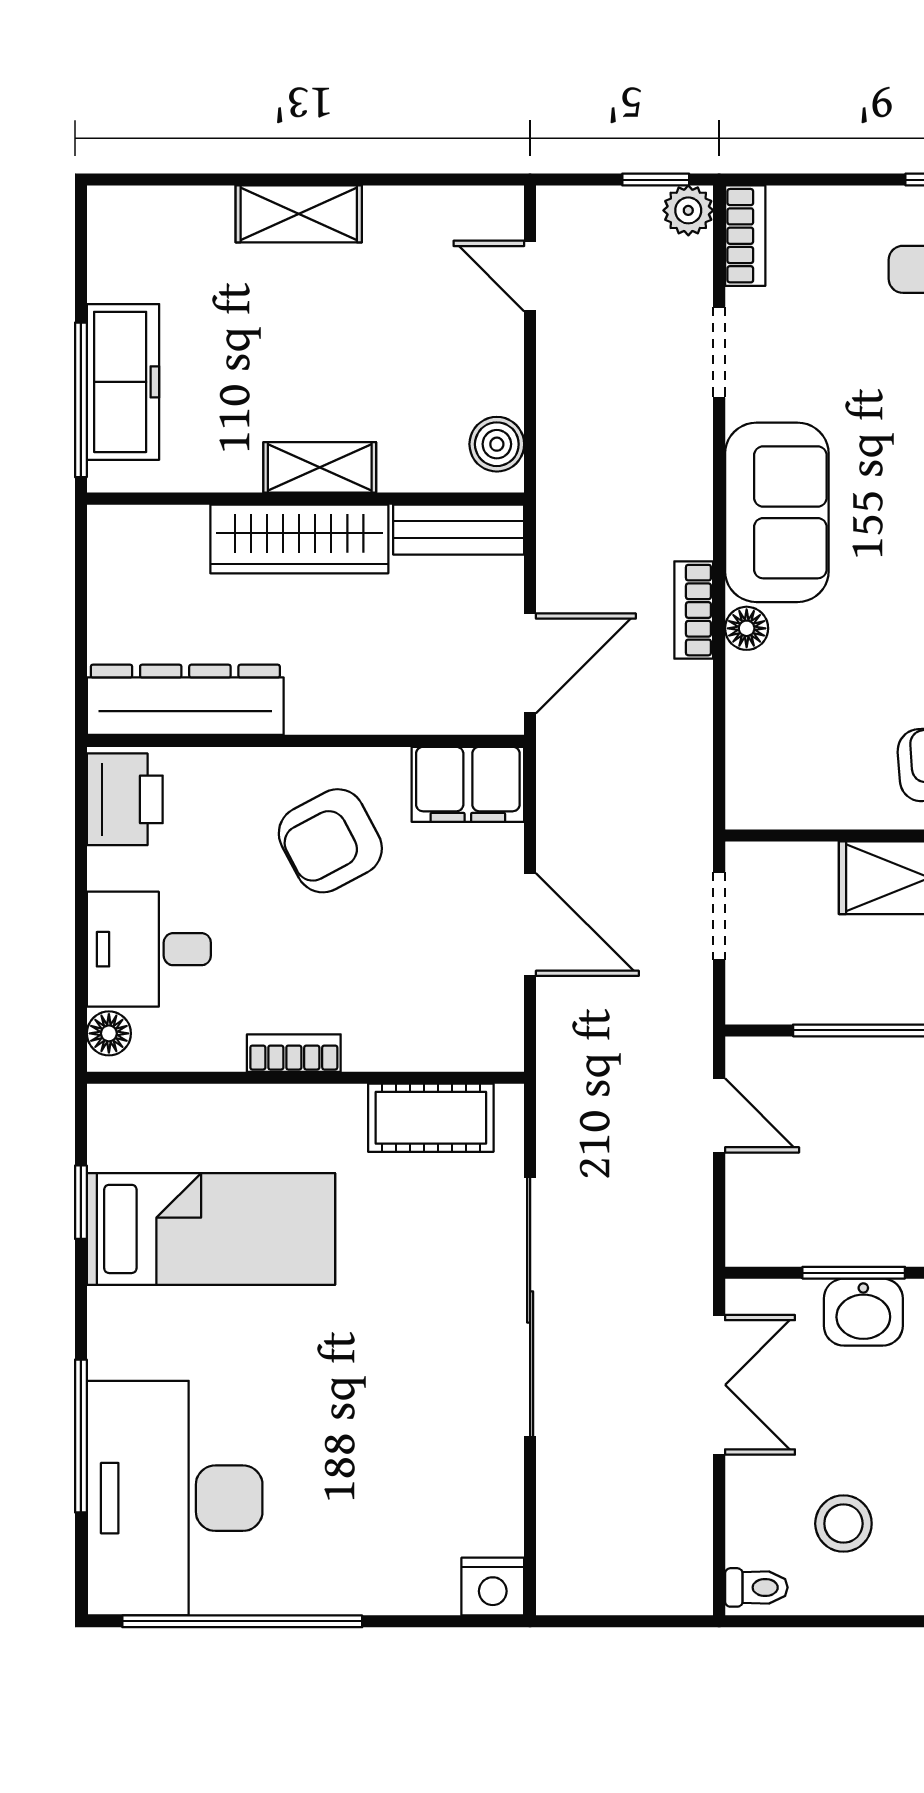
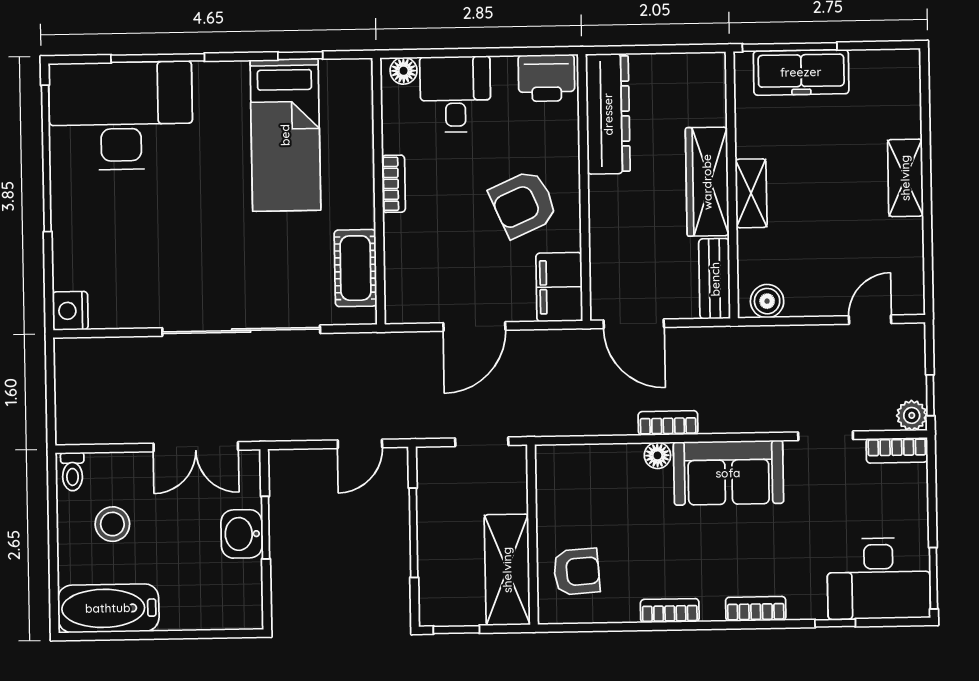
armchair: (330, 841) -> (523, 204), turned -86

